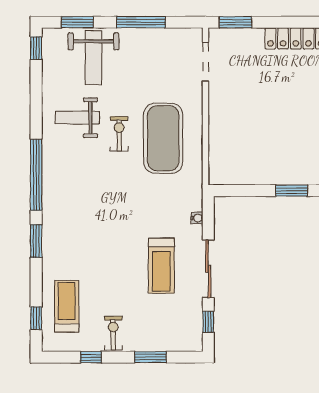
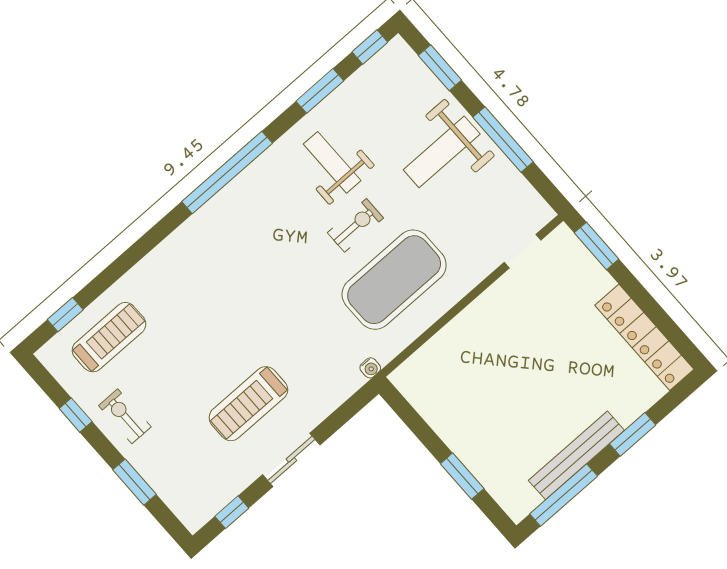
weight bench: (93, 58) -> (442, 152), moved
doorway: (206, 62) -> (522, 251), width x0.73
water cooler: (197, 218) -> (370, 368), moved
window: (36, 241) -> (320, 91), moved
sliding door: (208, 269) -> (291, 460), width x0.73
exercise bike: (113, 333) -> (125, 416), turned -90

